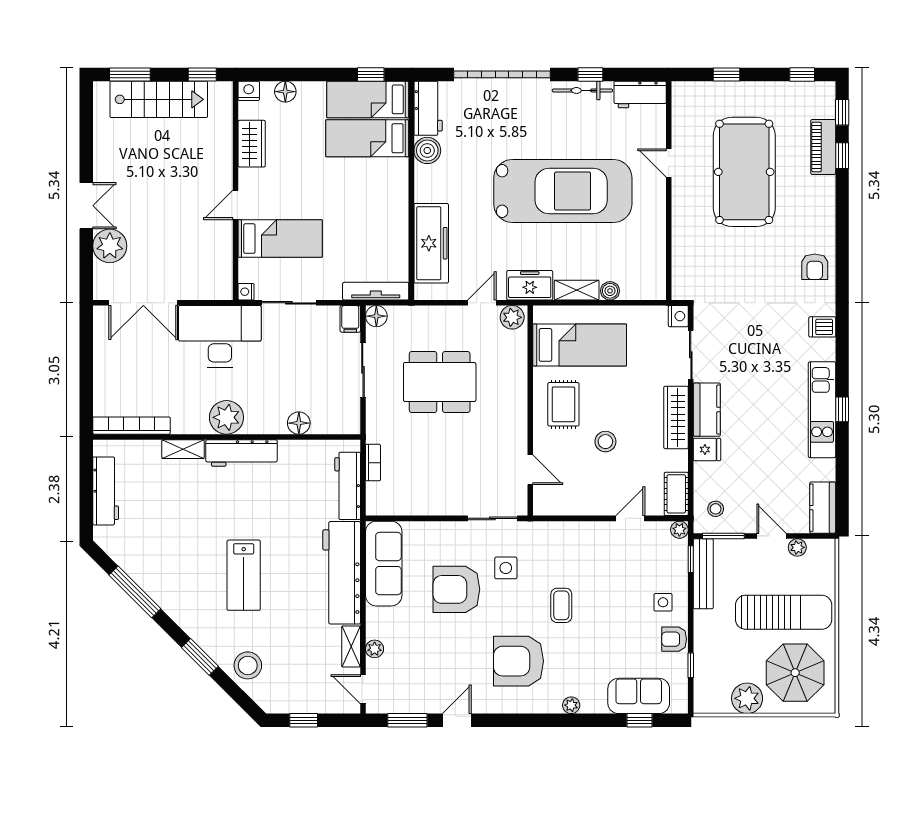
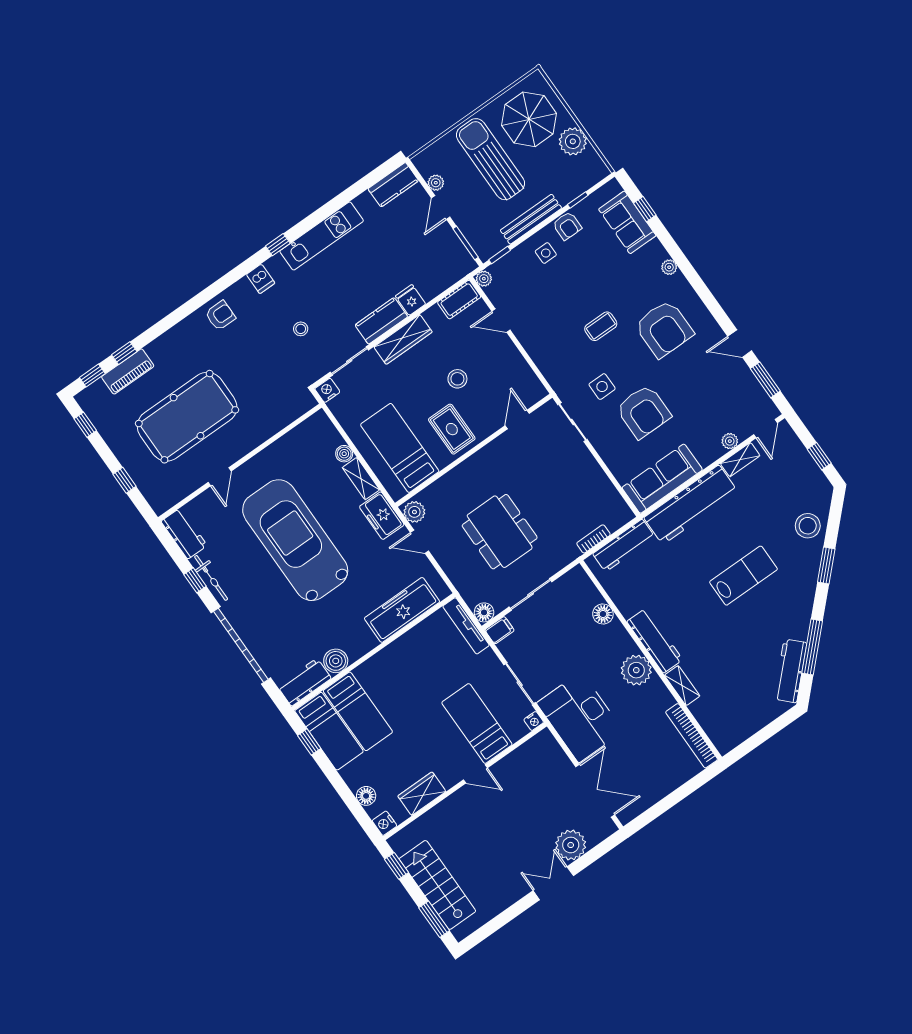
rug: (563, 404) -> (452, 429), turned 90
window: (842, 409) -> (278, 245), moved
workbench: (106, 491) -> (790, 671), moved, turned -45
stool: (716, 509) -> (301, 329), moved
bench: (703, 574) -> (531, 219), moved

